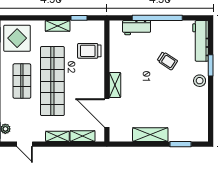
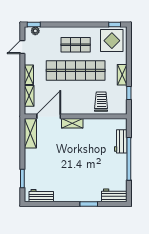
workbench: (201, 41) -> (114, 195), width x0.73
trolley: (167, 61) -> (93, 167), removed
stool: (200, 81) -> (76, 195), removed
workbench: (201, 122) -> (41, 196), added
shelving: (150, 135) -> (30, 133), moved

